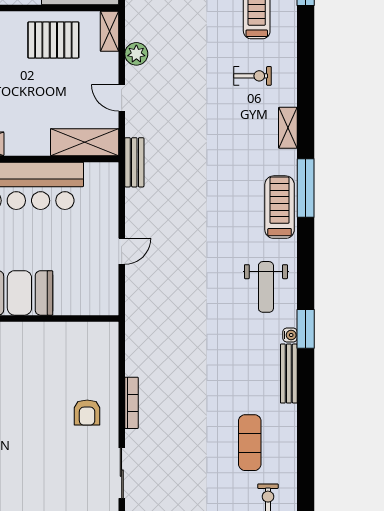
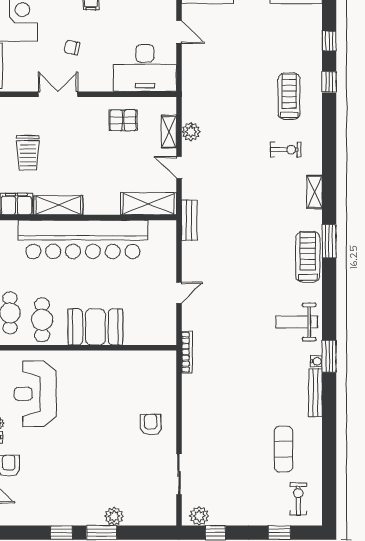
shelving: (109, 31) -> (169, 132), moved
pallet: (53, 40) -> (123, 120), width x0.67, depth x0.71
window: (306, 188) -> (329, 241), width x0.69
weight bench: (266, 287) -> (297, 322), turned 90
bookcase: (132, 403) -> (187, 352), moved
armchair: (87, 413) -> (151, 425), turned 180

